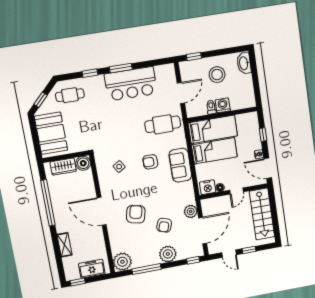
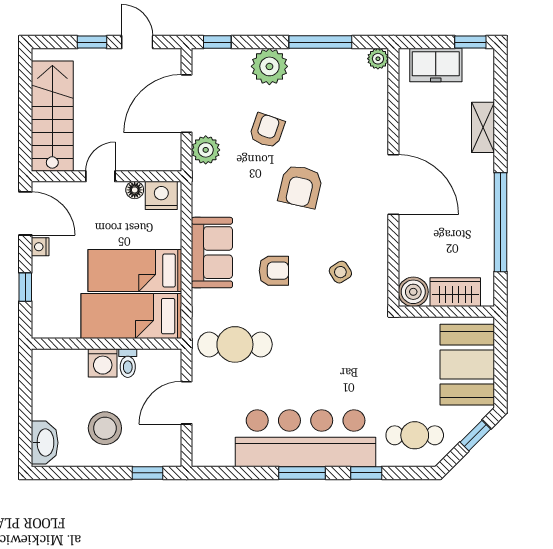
bar counter: (131, 84) -> (306, 438), width x1.36
armchair: (136, 214) -> (300, 186), moved
plant: (122, 262) -> (378, 59), width x0.53, depth x0.53

